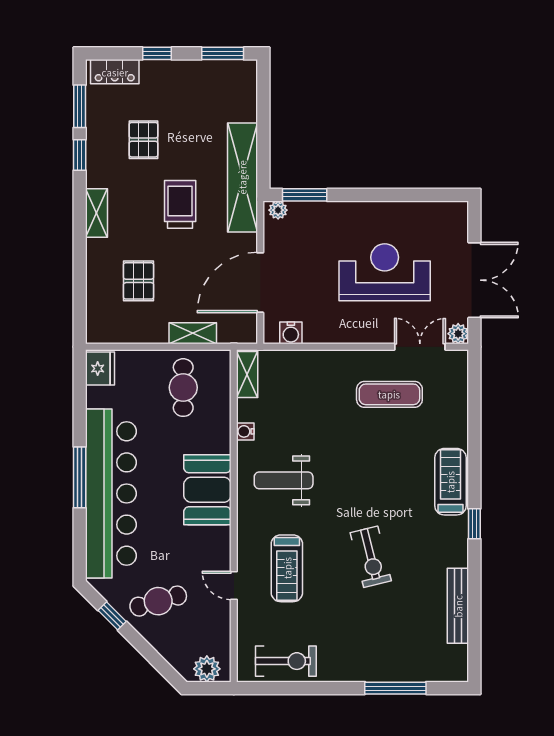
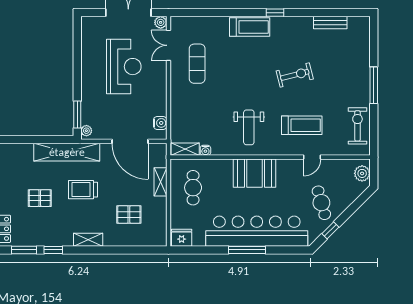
pallet: (143, 140) -> (40, 198), moved
reception desk: (385, 272) -> (124, 67), turned 180
cafe table: (183, 388) -> (193, 188), turned 90
water cooler: (245, 431) -> (205, 150), moved
treadmill: (450, 482) -> (250, 27), turned 180
bench: (458, 606) -> (330, 23), width x0.73
window: (395, 688) -> (374, 85), moved

